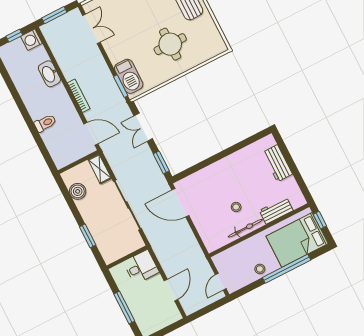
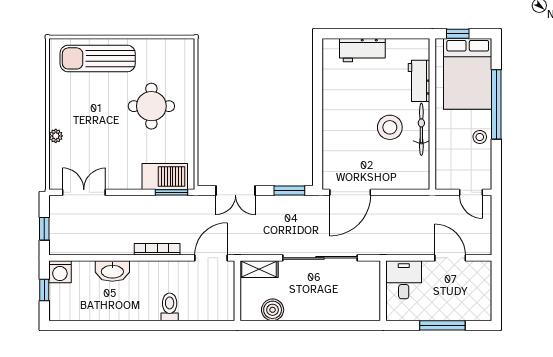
window: (54, 15) -> (44, 229), width x0.67
stool: (236, 207) -> (390, 127), width x1.89, depth x1.89
window: (88, 236) -> (333, 325), removed

